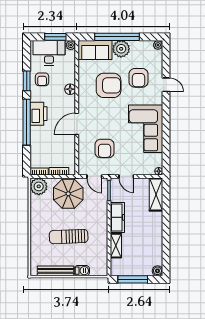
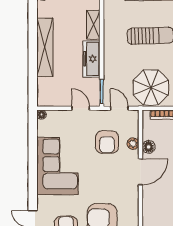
floor lamp: (70, 89) -> (149, 147), moved
plant: (83, 147) -> (133, 144), added
armchair: (105, 149) -> (107, 142), turned 180
shelving: (156, 194) -> (45, 47), moved, width x1.47

